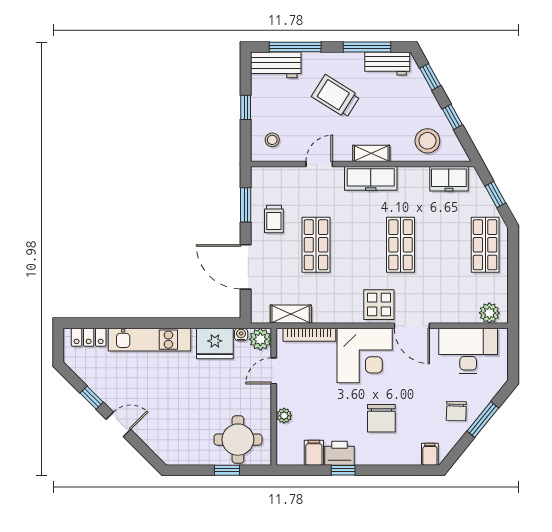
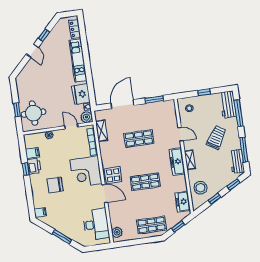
trolley: (274, 219) -> (149, 115), removed
door: (412, 326) -> (105, 194), swing flipped
chair: (456, 411) -> (64, 223), removed

